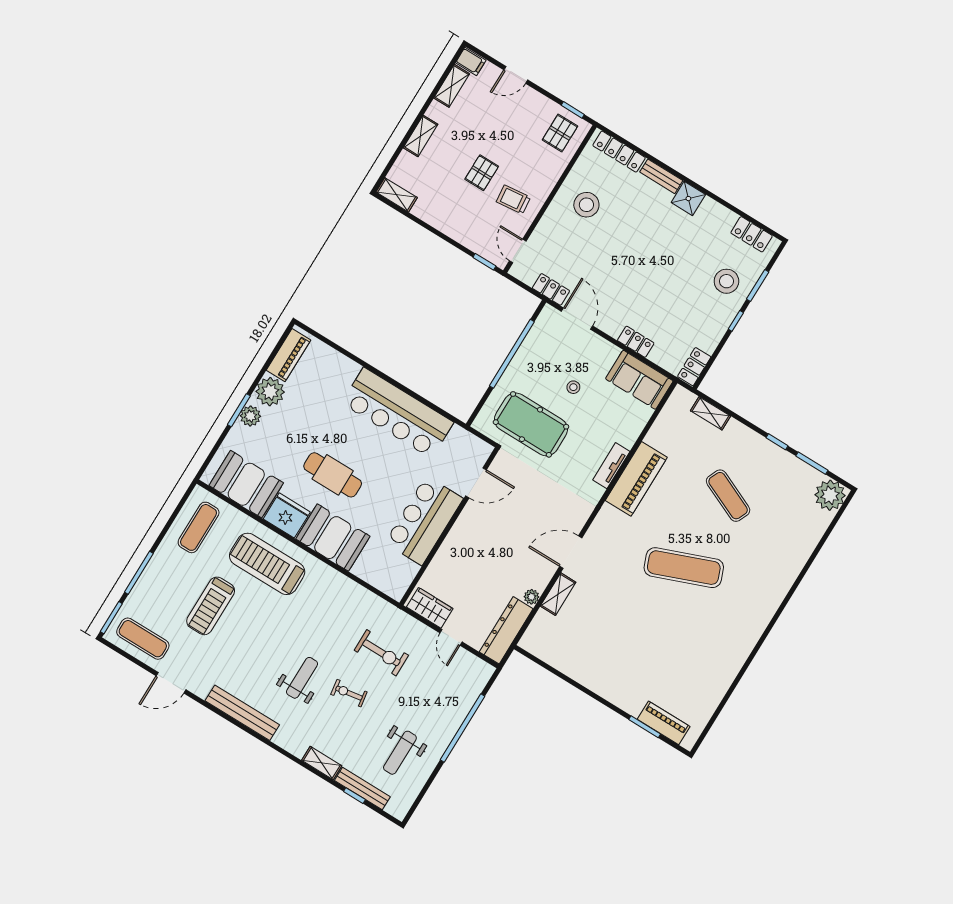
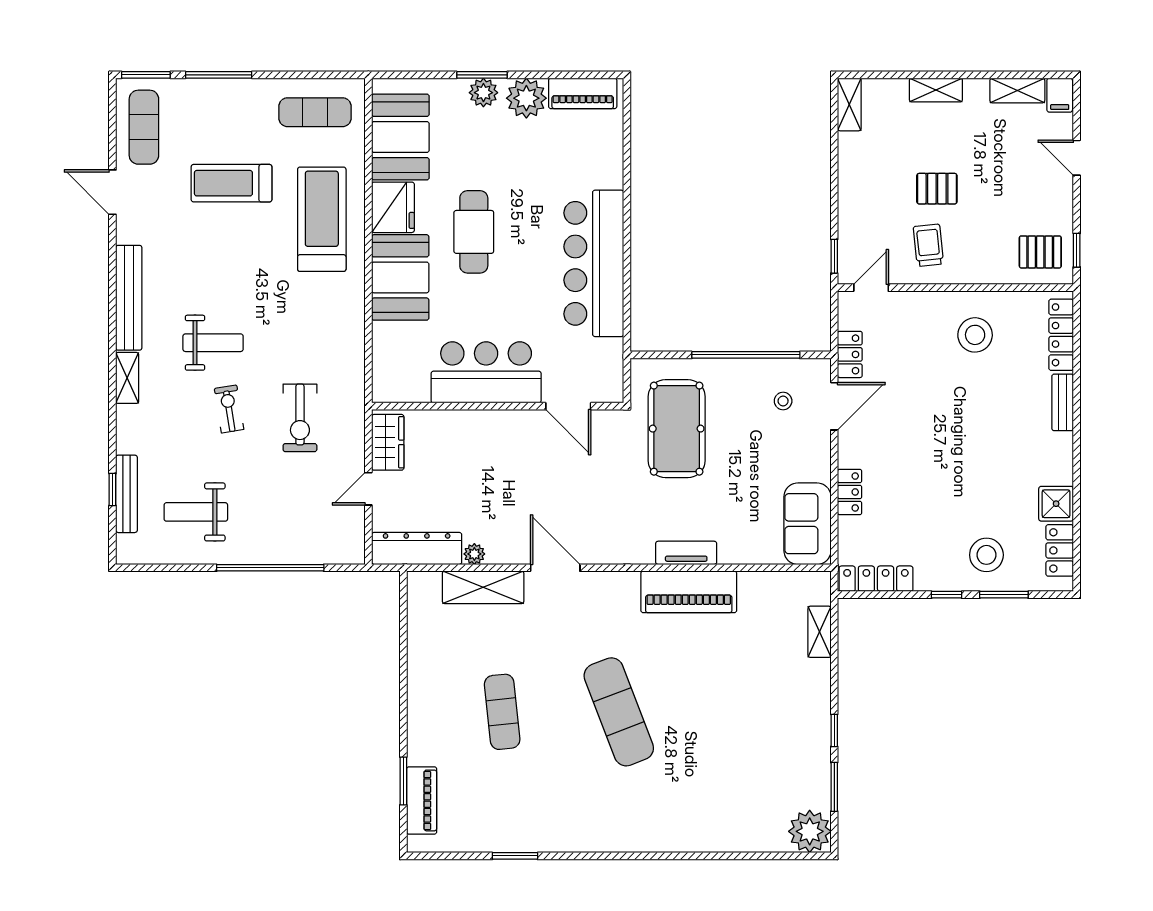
shower: (688, 199) -> (1056, 504), moved
locker: (694, 367) -> (876, 579), width x1.53
stool: (573, 387) -> (783, 401), moved
exercise mat: (728, 496) -> (502, 712), moved, turned -30
shelving: (558, 594) -> (483, 587), width x1.50, depth x1.33
window: (733, 686) -> (515, 856), added
shelving: (322, 763) -> (127, 378), moved

